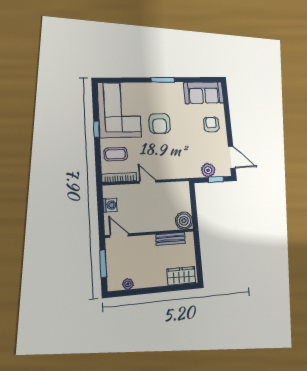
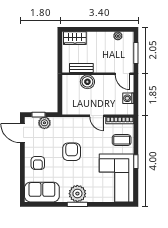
plant: (164, 92) -> (77, 194), added
armchair: (160, 124) -> (72, 152), moved
boiler: (184, 221) -> (87, 82), moved

